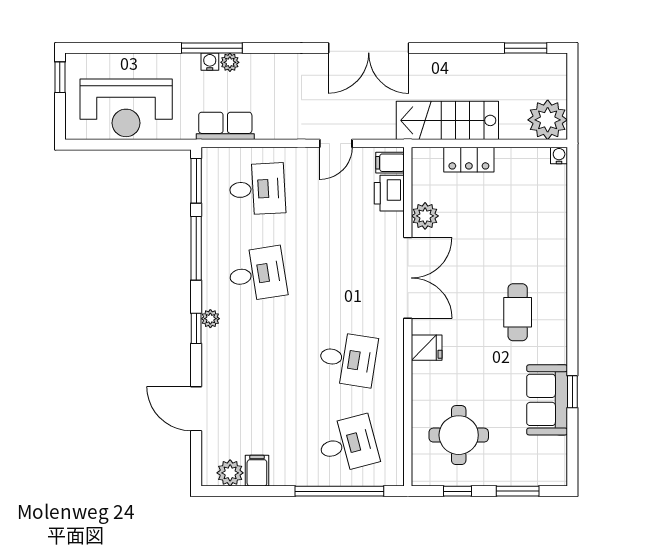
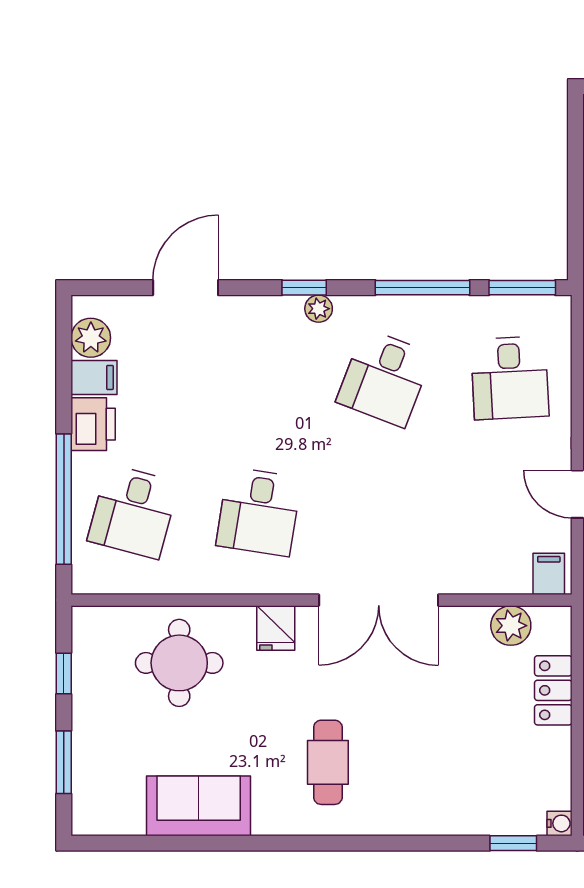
printer: (389, 193) -> (93, 424), moved, turned 90
plant: (425, 216) -> (511, 626), moved
desk: (257, 274) -> (384, 378), turned 30
cafe table: (518, 312) -> (328, 762), turned 90
window: (572, 392) -> (513, 843), moved
round table: (459, 435) -> (179, 663), moved
desk: (348, 444) -> (133, 512), turned 30

